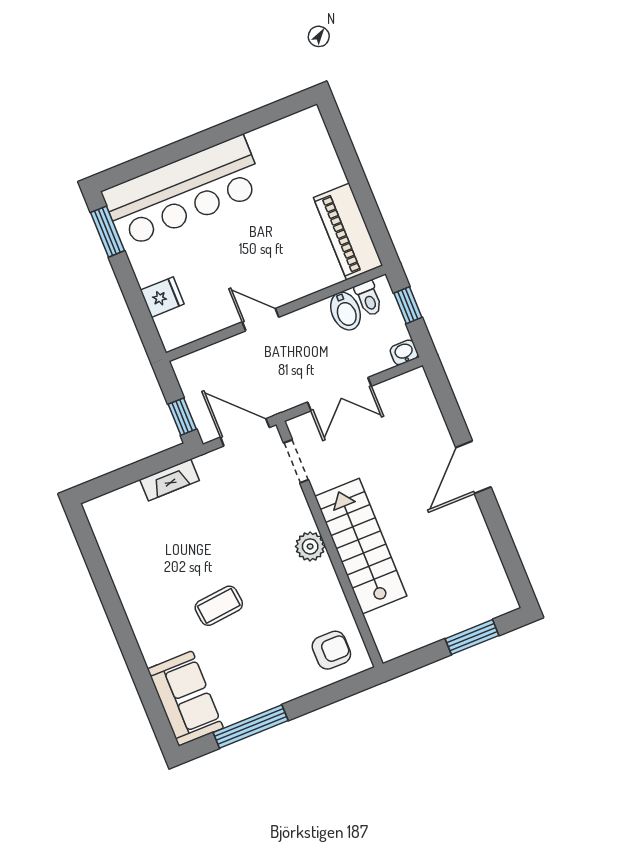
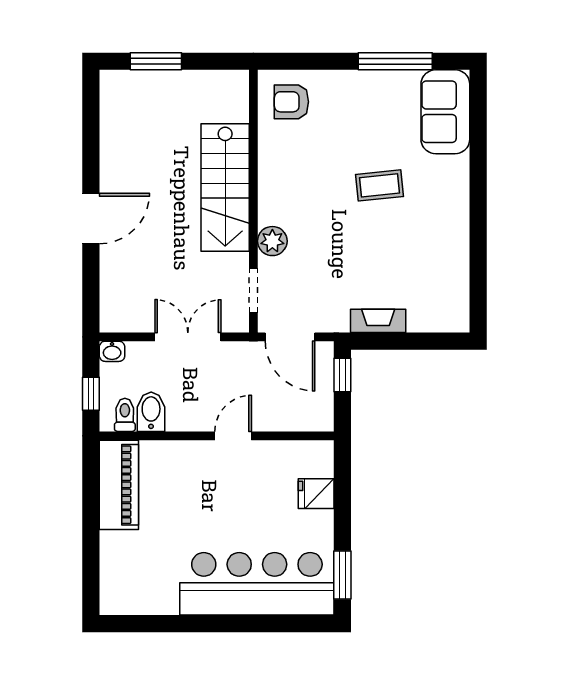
door: (261, 320) -> (233, 436), swing flipped
plant: (310, 546) -> (272, 241), moved

